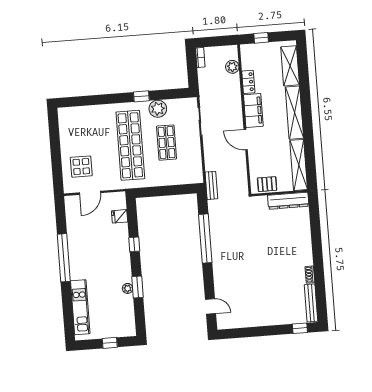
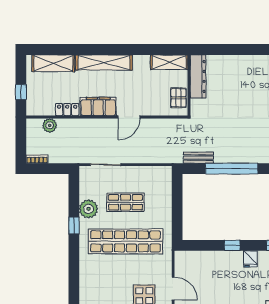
shelving: (299, 165) -> (169, 62), width x0.68
bench: (211, 185) -> (198, 158), moved
fridge: (120, 216) -> (250, 259), moved

